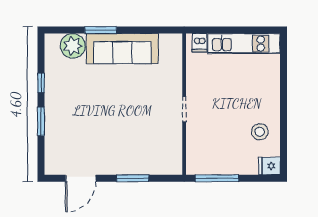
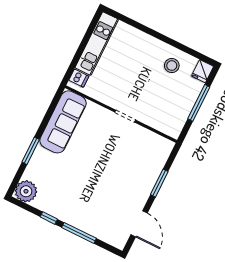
plant: (73, 46) -> (26, 191), moved
sofa: (122, 49) -> (63, 122), moved
window: (41, 121) -> (79, 233), width x1.44
window: (217, 178) -> (199, 103), moved

